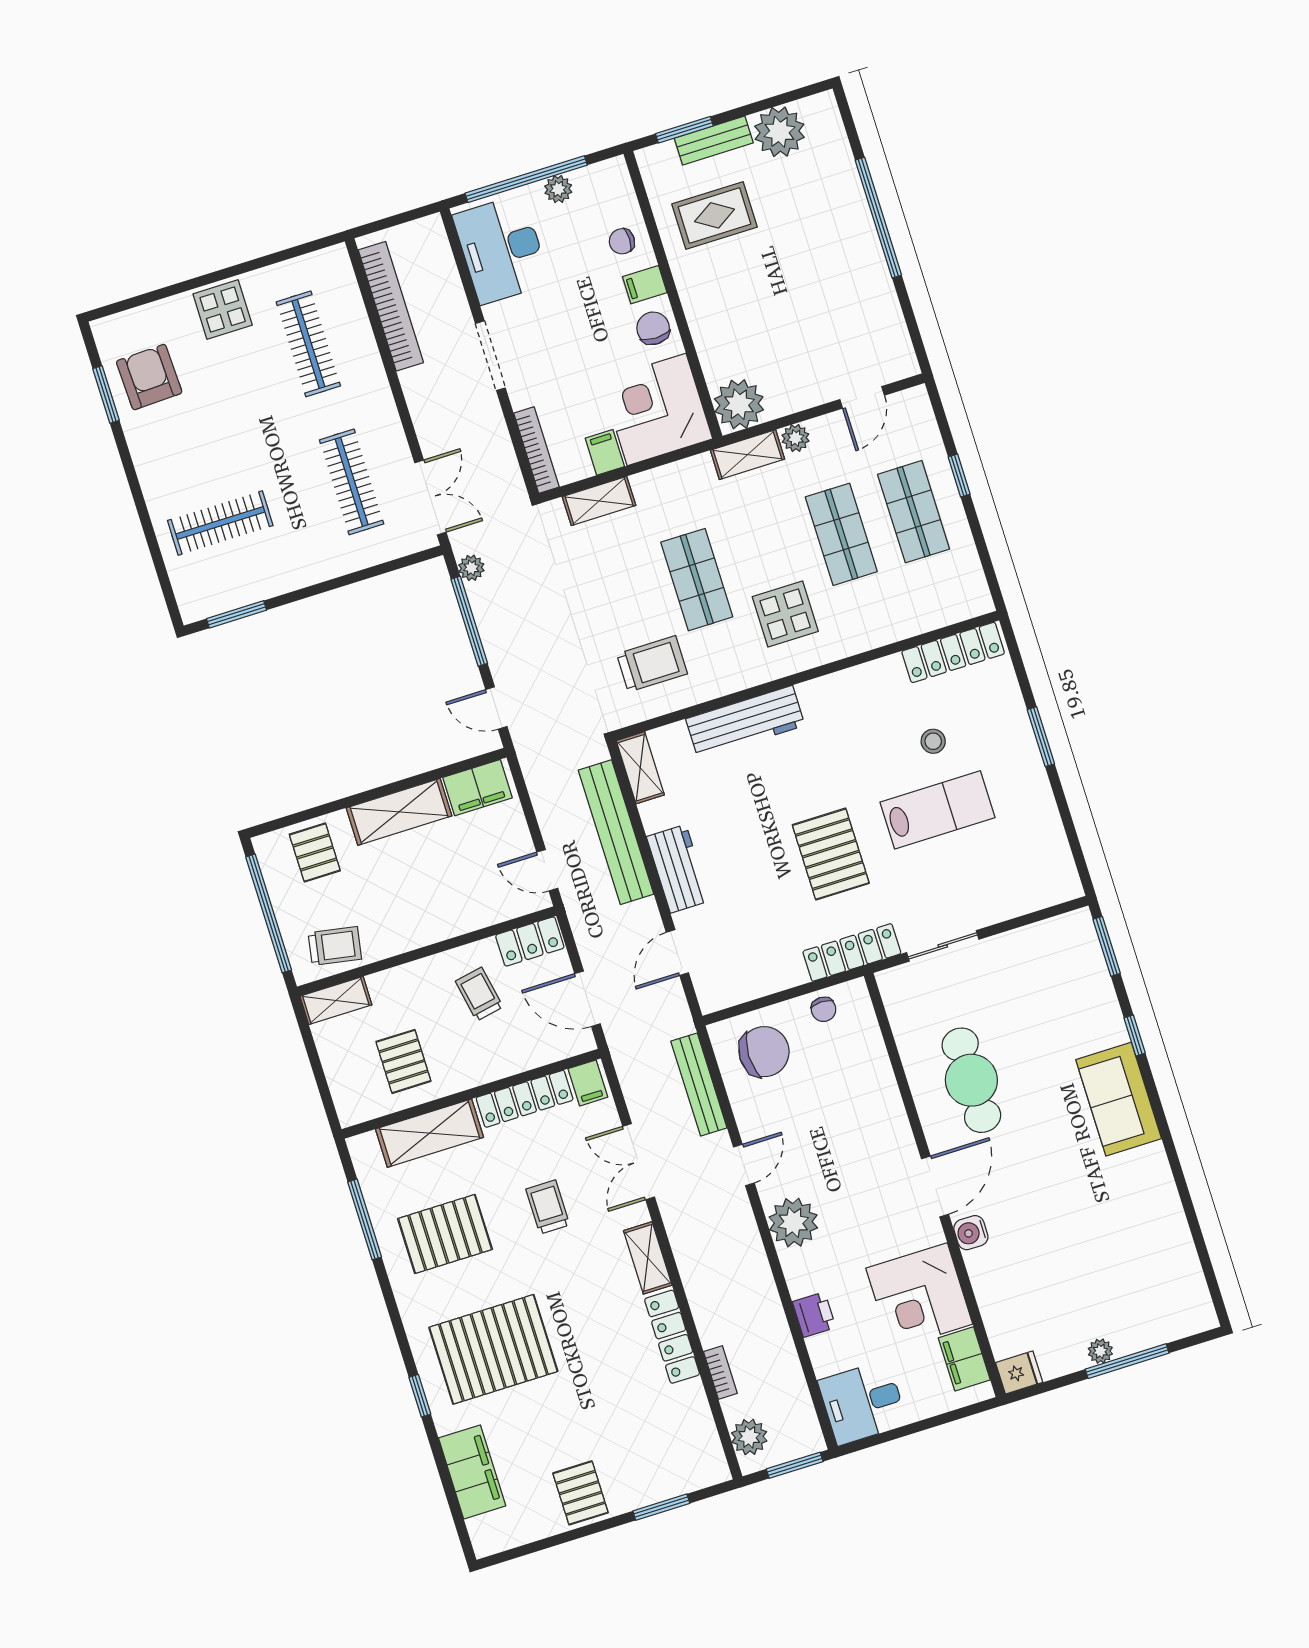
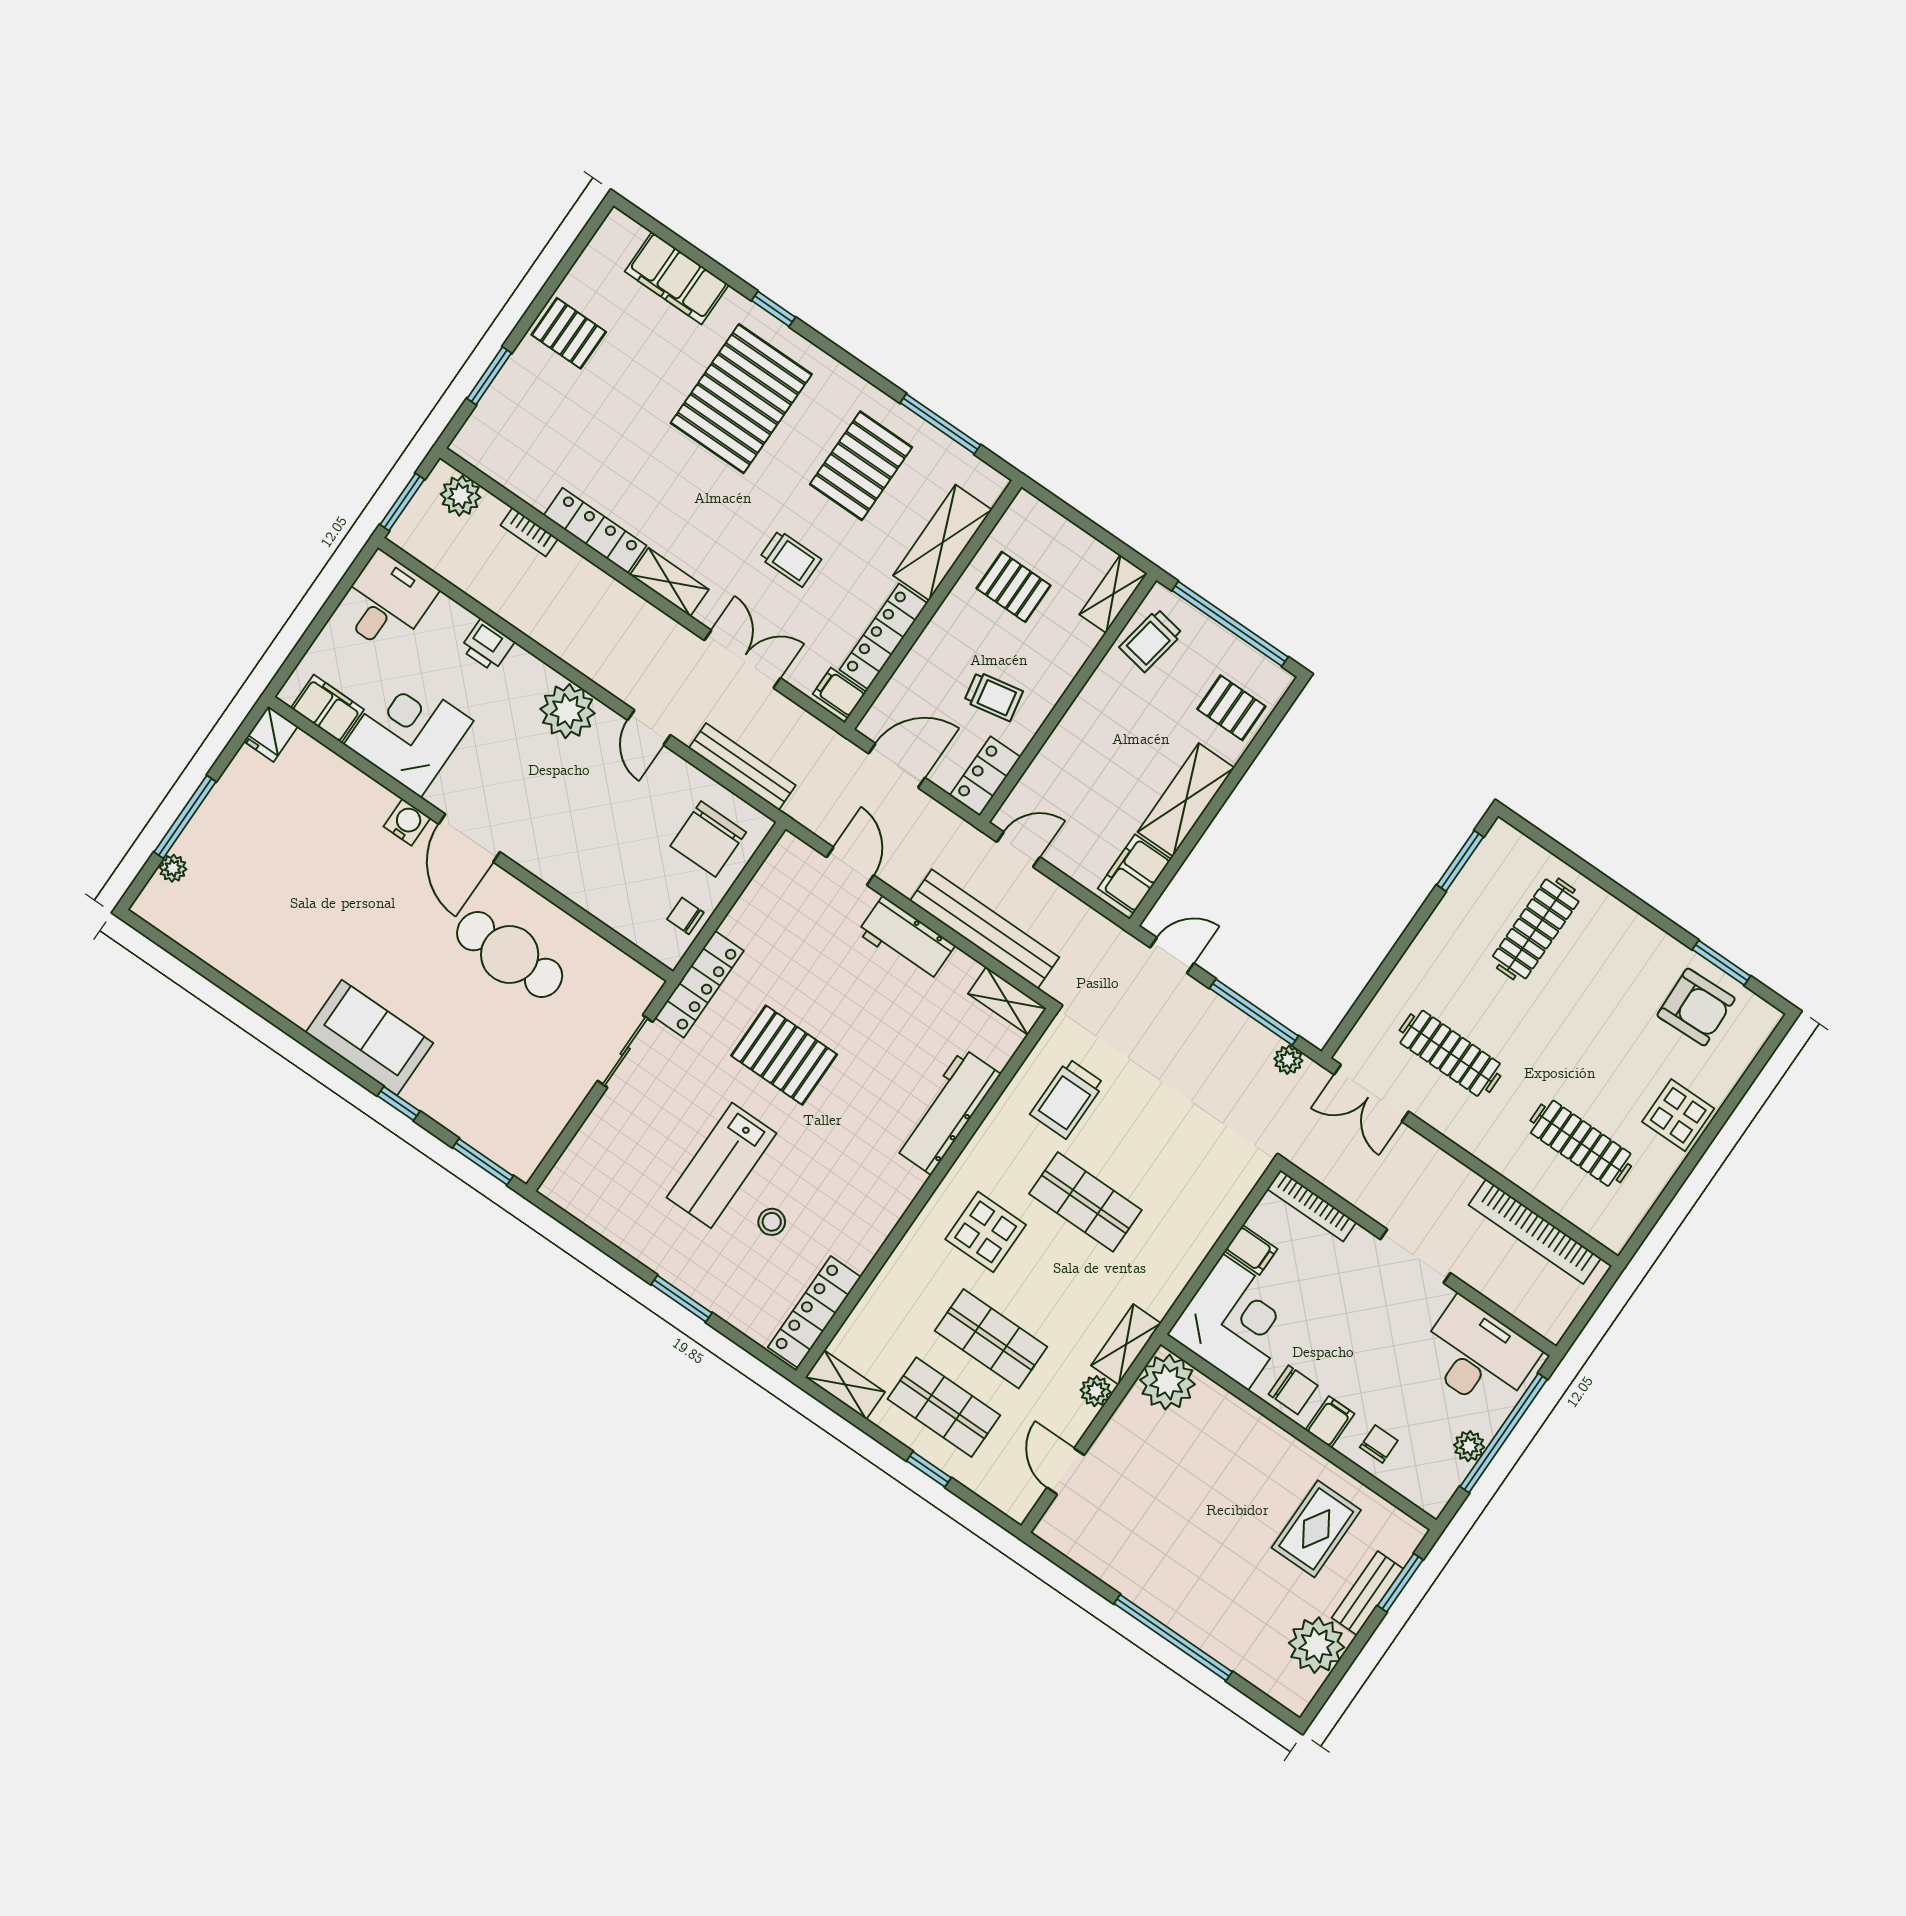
shelving: (599, 501) -> (845, 1385), moved, turned 90
plant: (1100, 1351) -> (173, 868), moved

